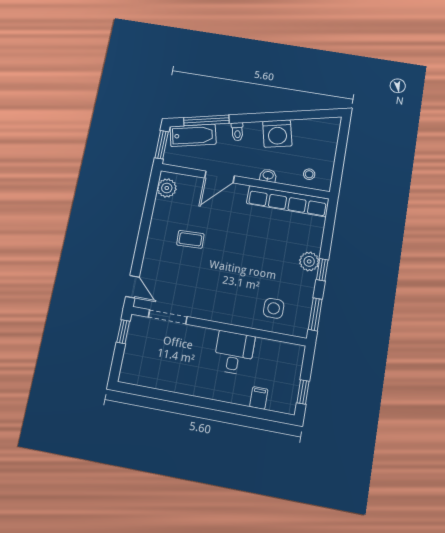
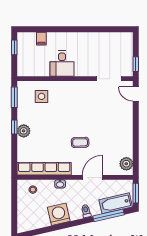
coffee table: (190, 239) -> (80, 142), moved

